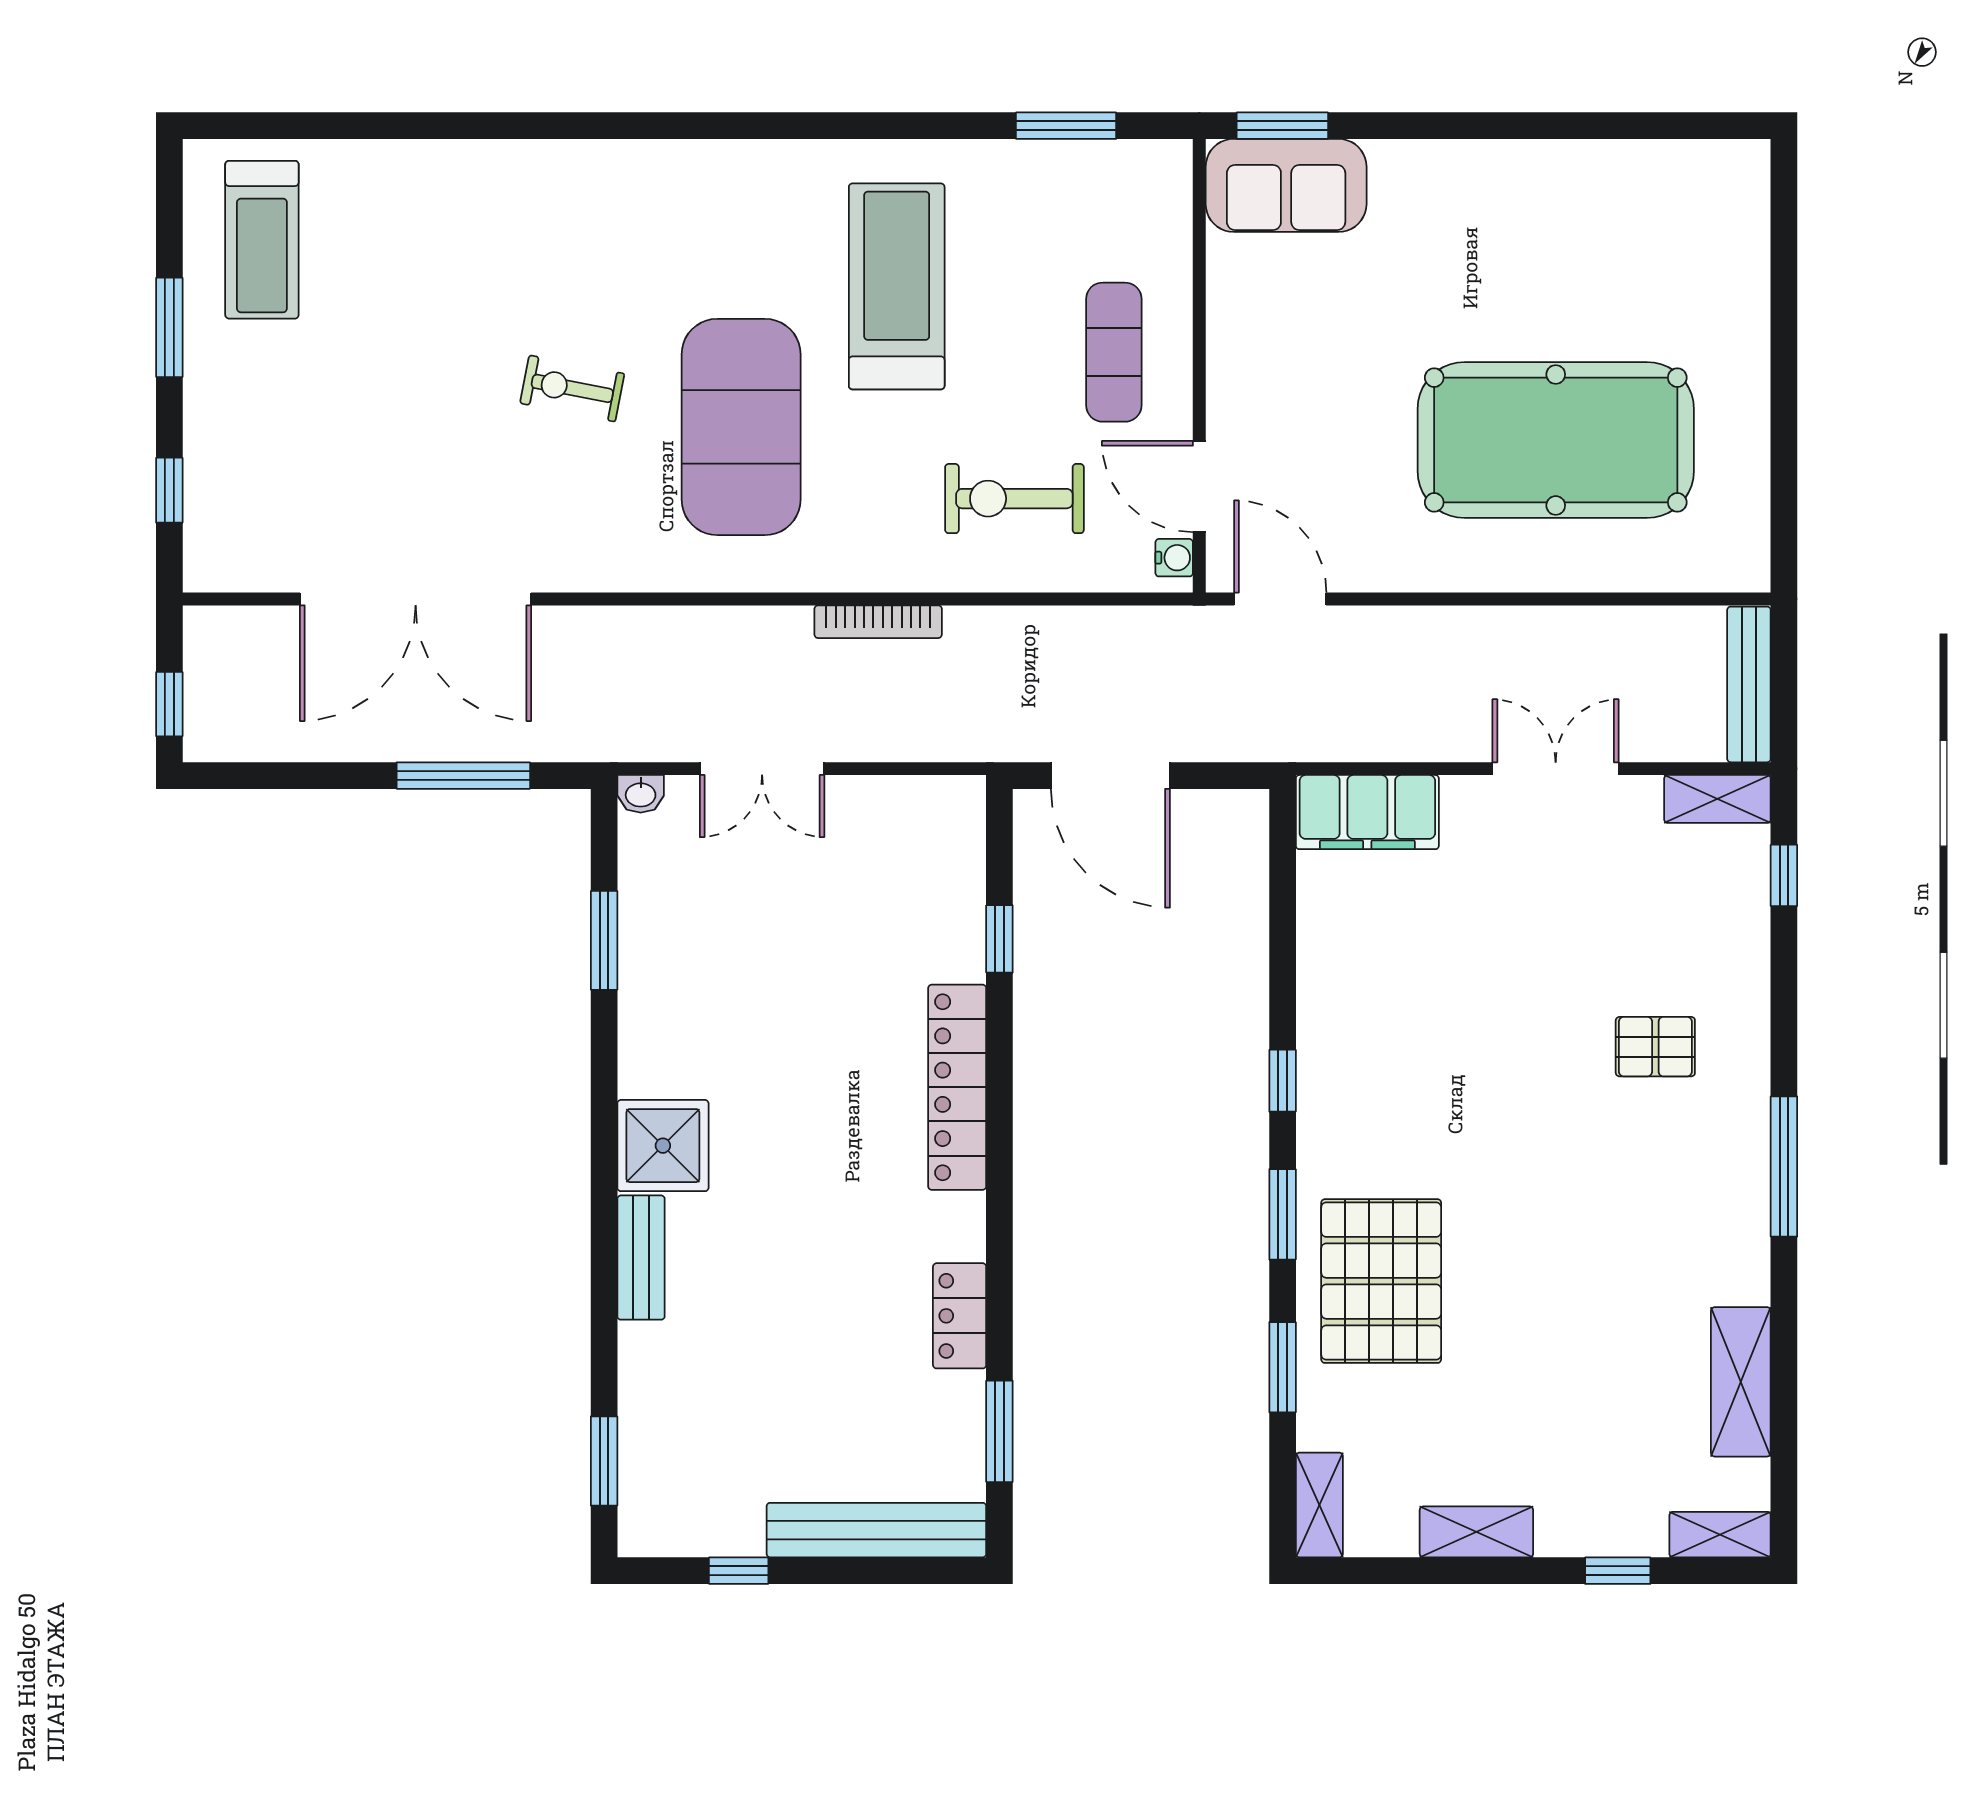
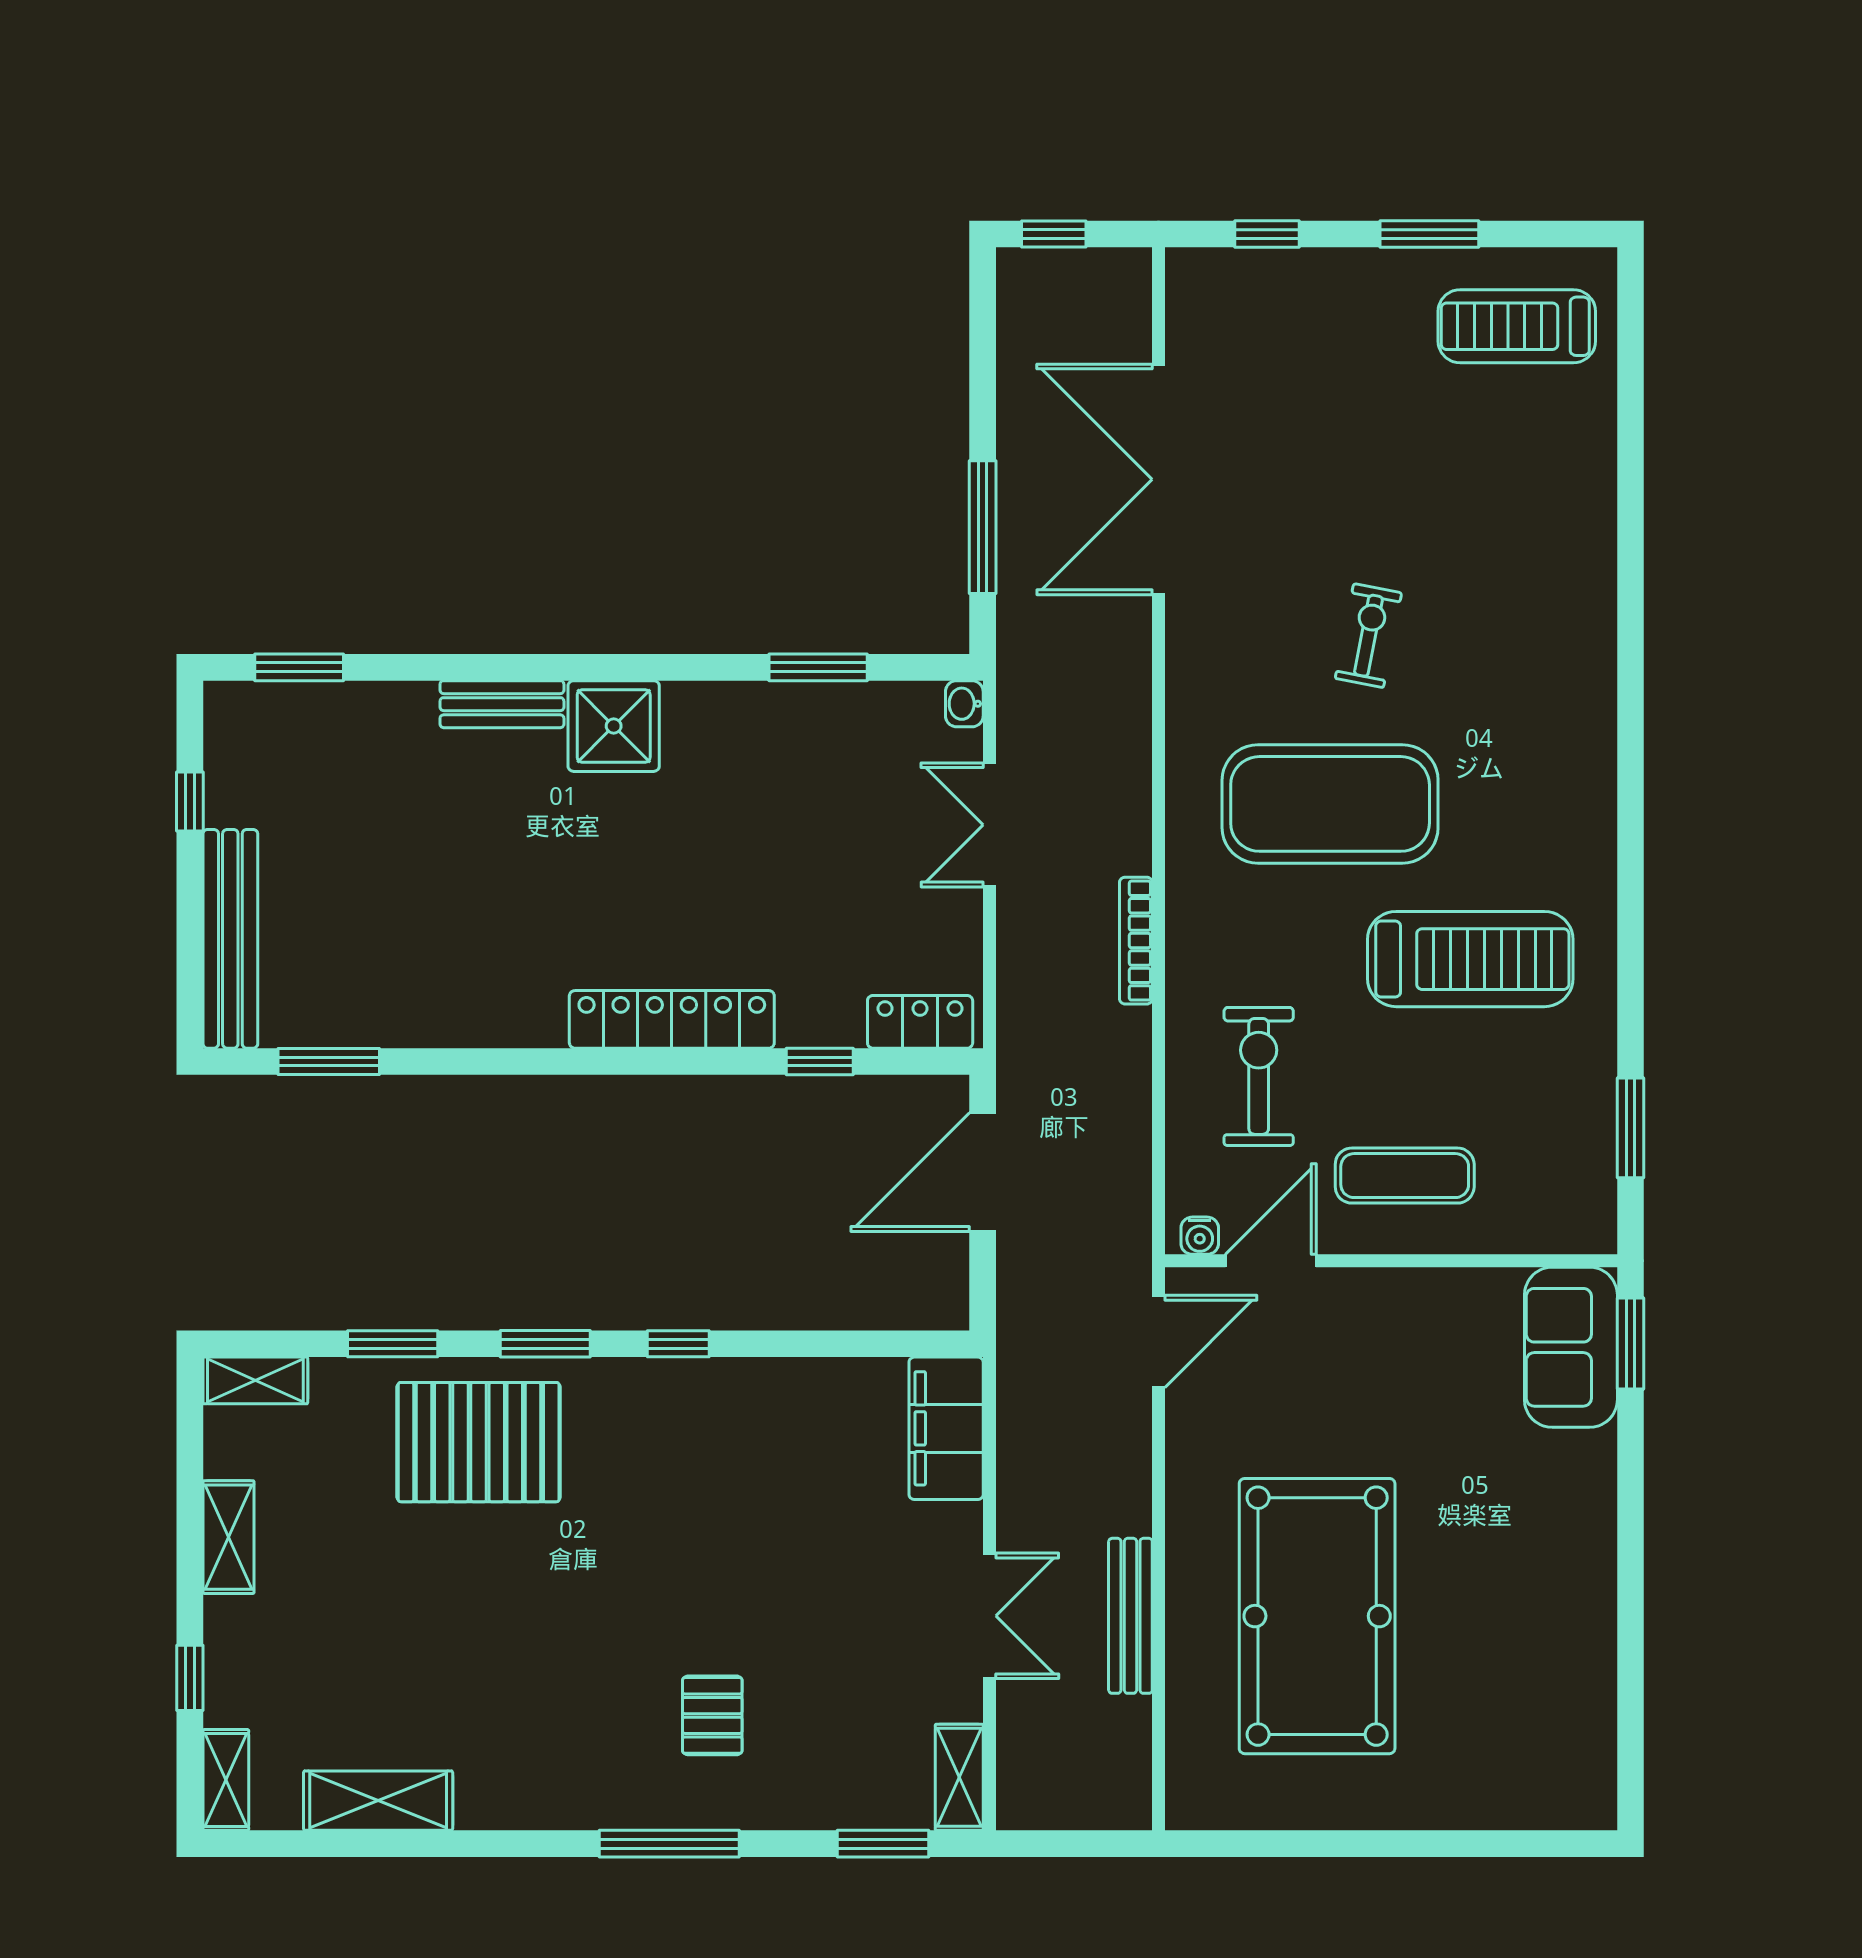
bench: (1749, 684) -> (1130, 1616), moved, turned 90
window: (1784, 875) -> (883, 1844), width x1.50
window: (1784, 1167) -> (669, 1844), moved
locker: (960, 1316) -> (920, 1022), moved

